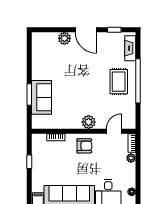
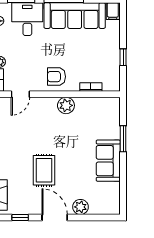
rug: (119, 82) -> (44, 170), moved
sofa: (42, 97) -> (108, 161), moved
plant: (89, 122) -> (66, 105), moved

